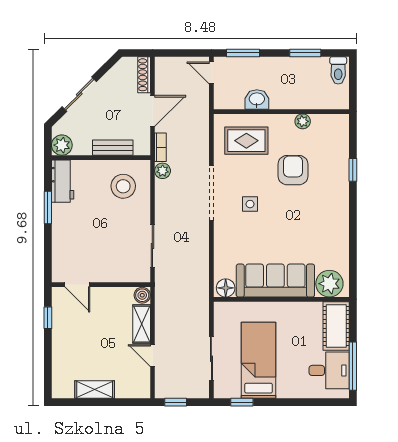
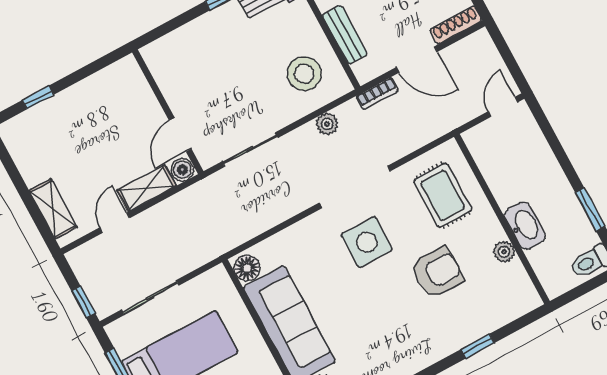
window: (243, 53) -> (549, 133), removed
washbasin: (257, 99) -> (525, 226), moved, width x1.38
plant: (163, 171) -> (327, 124), moved
side table: (250, 204) -> (367, 242), width x1.87, depth x1.87
door: (77, 285) -> (180, 135), moved
window: (48, 318) -> (38, 97), moved
shelving: (95, 390) -> (53, 209), moved
window: (176, 402) -> (83, 302), moved

